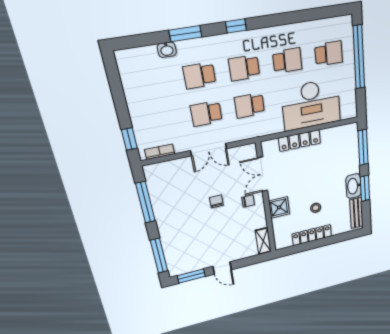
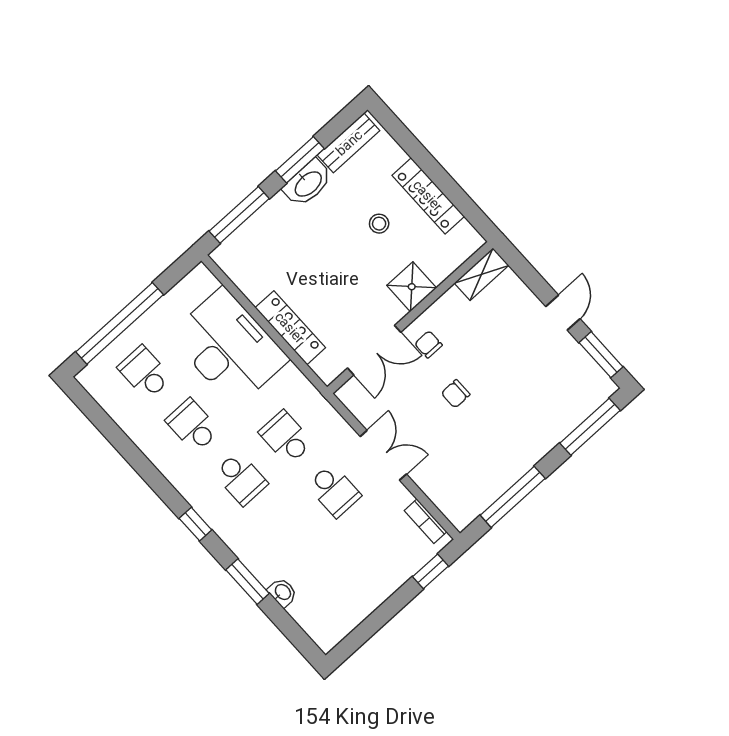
school desk: (199, 76) -> (289, 531), removed
school desk: (250, 105) -> (286, 437), turned 180

